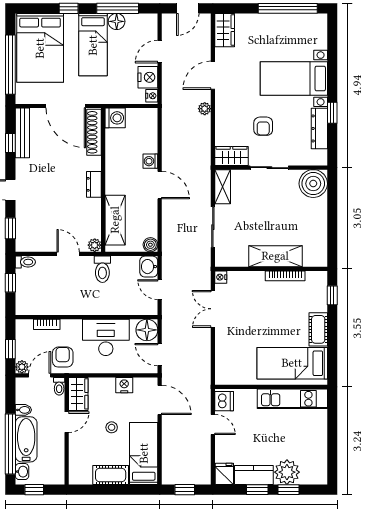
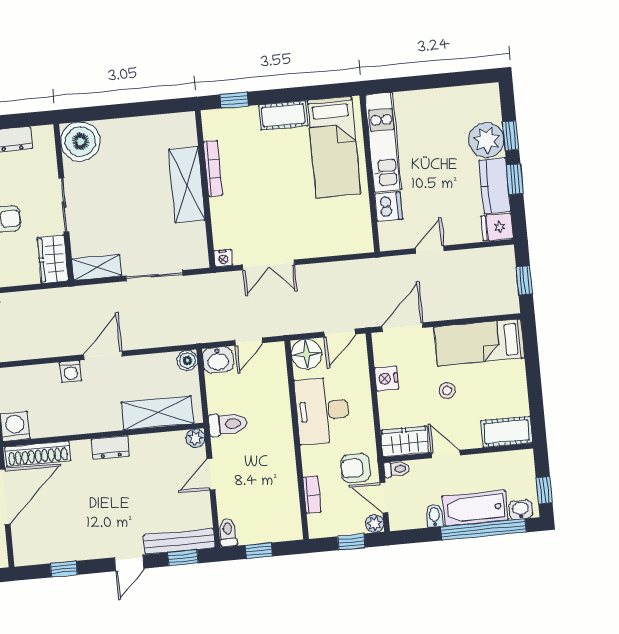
bench: (22, 133) -> (179, 541), moved
dishwasher: (224, 401) -> (389, 207), moved, turned 90
cot: (111, 475) -> (507, 432), moved, turned 90

